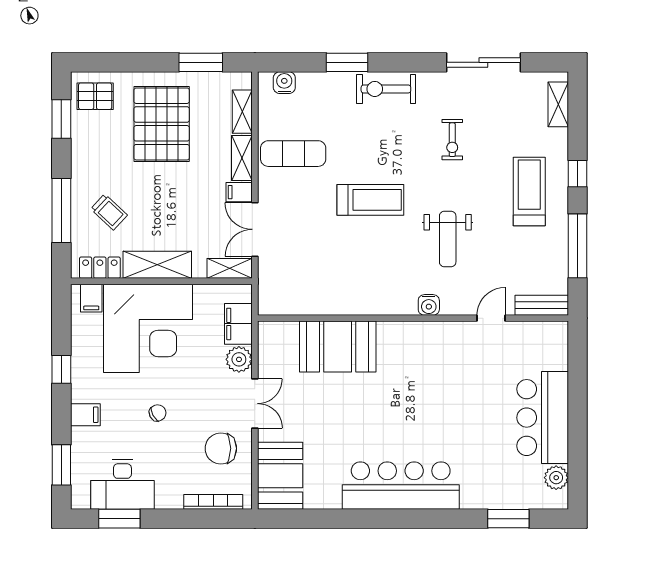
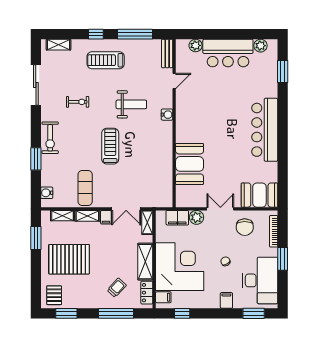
door: (491, 318) -> (174, 81), swing flipped
plant: (556, 358) -> (196, 45), added
window: (61, 369) -> (182, 313), moved
desk: (122, 484) -> (260, 280), width x1.36, depth x1.30
window: (119, 519) -> (283, 259), moved

